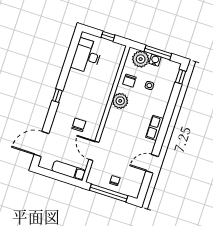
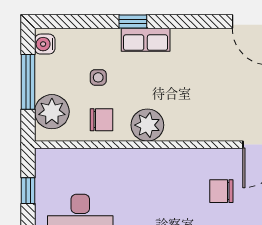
water cooler: (155, 60) -> (45, 44), moved
window: (181, 77) -> (133, 22), moved
row of seats: (155, 128) -> (146, 40), moved

